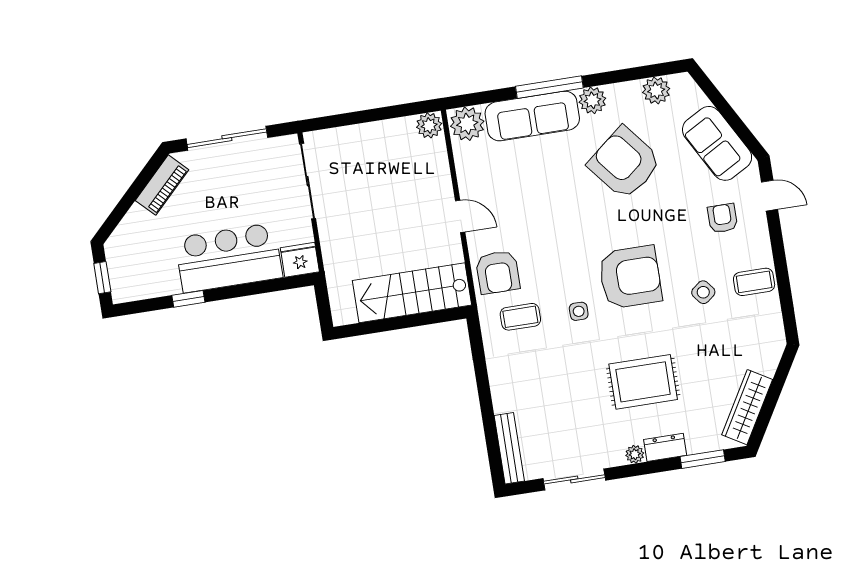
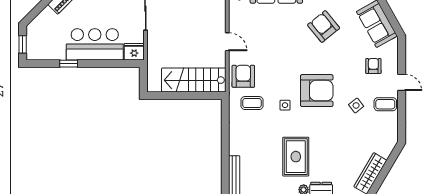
armchair: (624, 163) -> (324, 27), width x0.73, depth x0.73
door: (770, 196) -> (402, 82), moved
armchair: (498, 272) -> (243, 76), turned 180
rug: (643, 382) -> (296, 157), moved, turned 90

